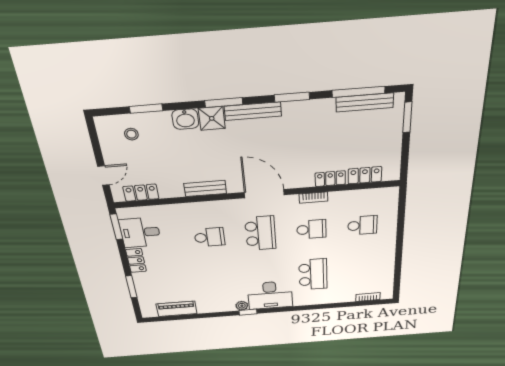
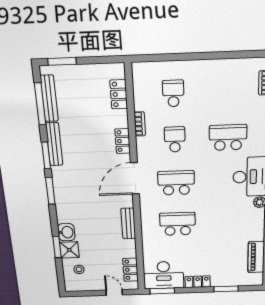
window: (224, 102) -> (50, 191), moved
window: (146, 109) -> (57, 247), moved
bench: (253, 111) -> (54, 144), moved
shower: (212, 118) -> (69, 250), moved
locker: (330, 179) -> (123, 141), moved
bookcase: (313, 198) -> (140, 124), moved
desk: (140, 232) -> (164, 275), width x1.37
school desk: (210, 237) -> (178, 224), width x1.85

